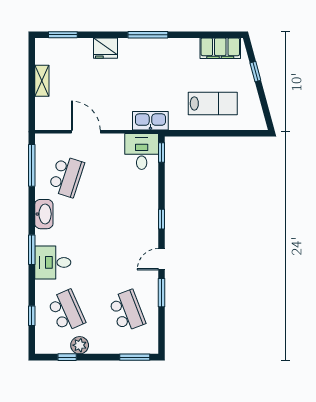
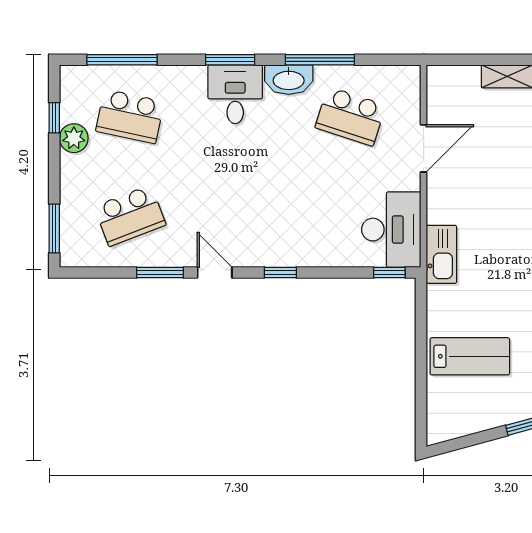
lab bench: (213, 103) -> (470, 356), turned -90
desk: (142, 151) -> (391, 230), width x1.37
window: (32, 165) -> (320, 60), moved
desk: (53, 262) -> (235, 94), moved
school desk: (66, 311) -> (130, 116), turned 36
window: (32, 316) -> (122, 60), width x2.17

